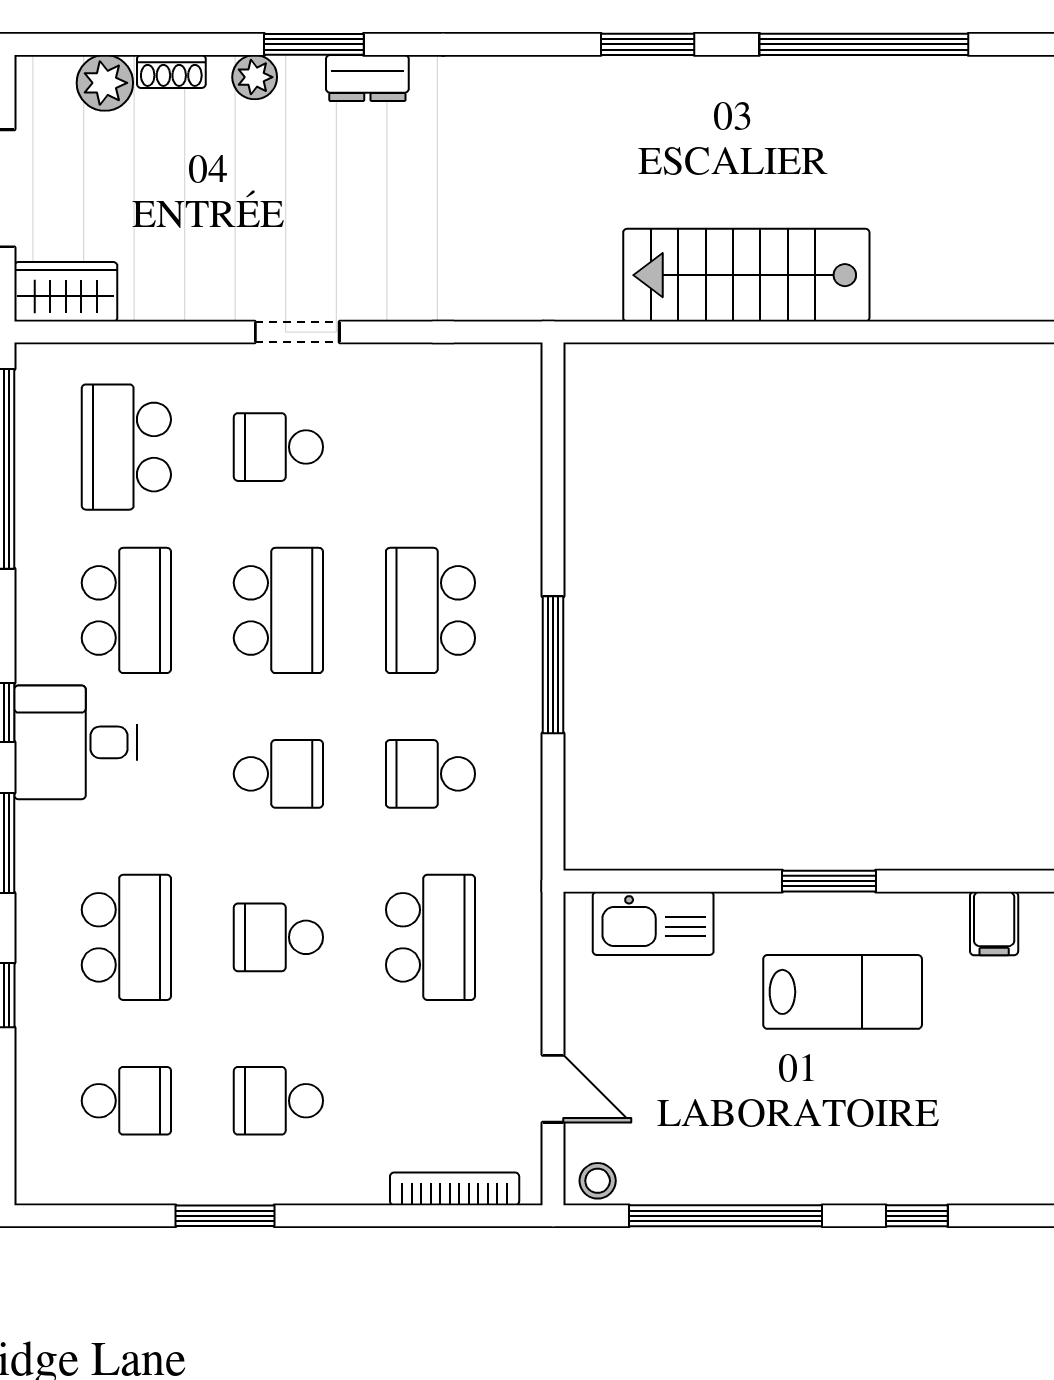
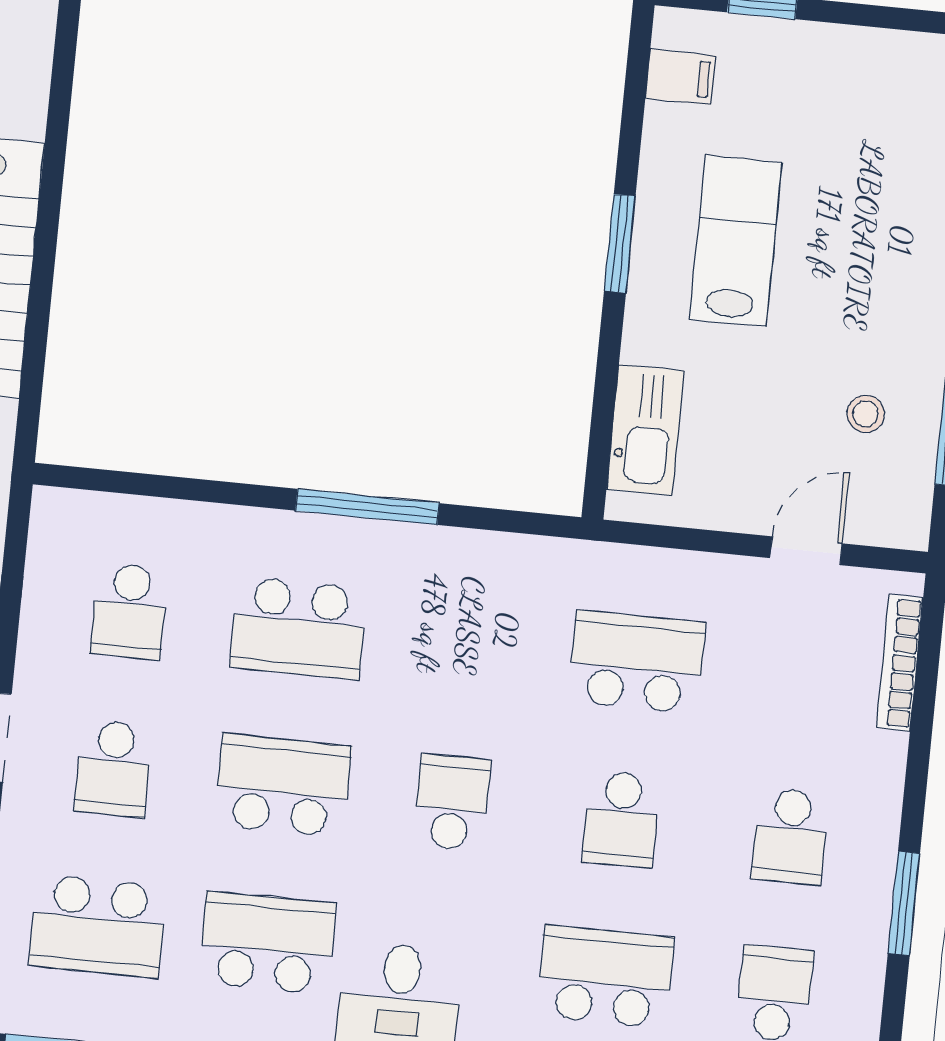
school desk: (430, 774) -> (129, 611), moved
stool: (598, 1181) -> (866, 414), moved

